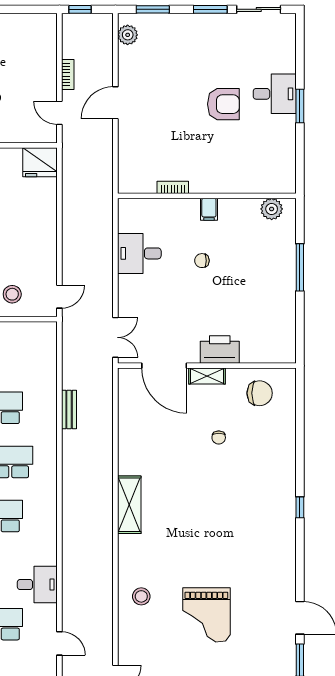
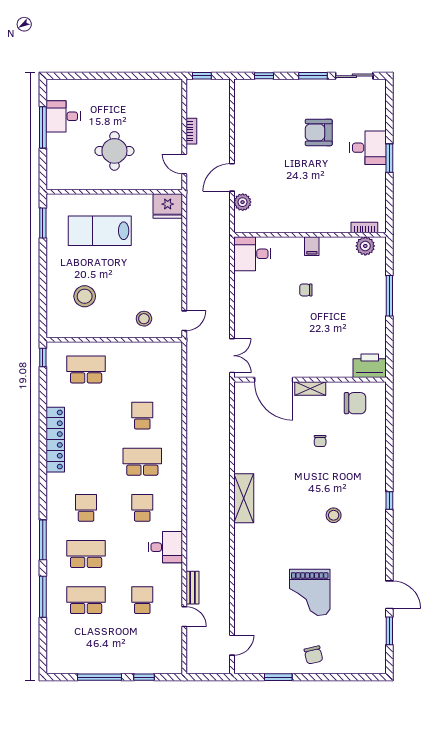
window: (153, 9) -> (264, 76), width x0.67
plant: (128, 35) -> (243, 202), moved
door: (115, 103) -> (232, 177), moved
armchair: (223, 104) -> (319, 132), moved, turned 180
bookcase: (173, 187) -> (364, 227), moved
desk: (139, 253) -> (252, 254), moved
printer: (220, 350) -> (370, 366), moved
bench: (69, 410) -> (193, 588), moved
desk: (37, 585) -> (165, 547), moved
stool: (141, 596) -> (334, 515), moved

